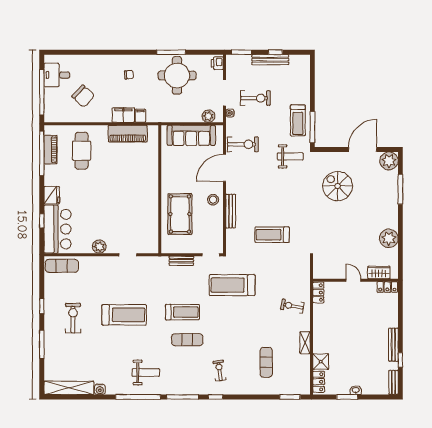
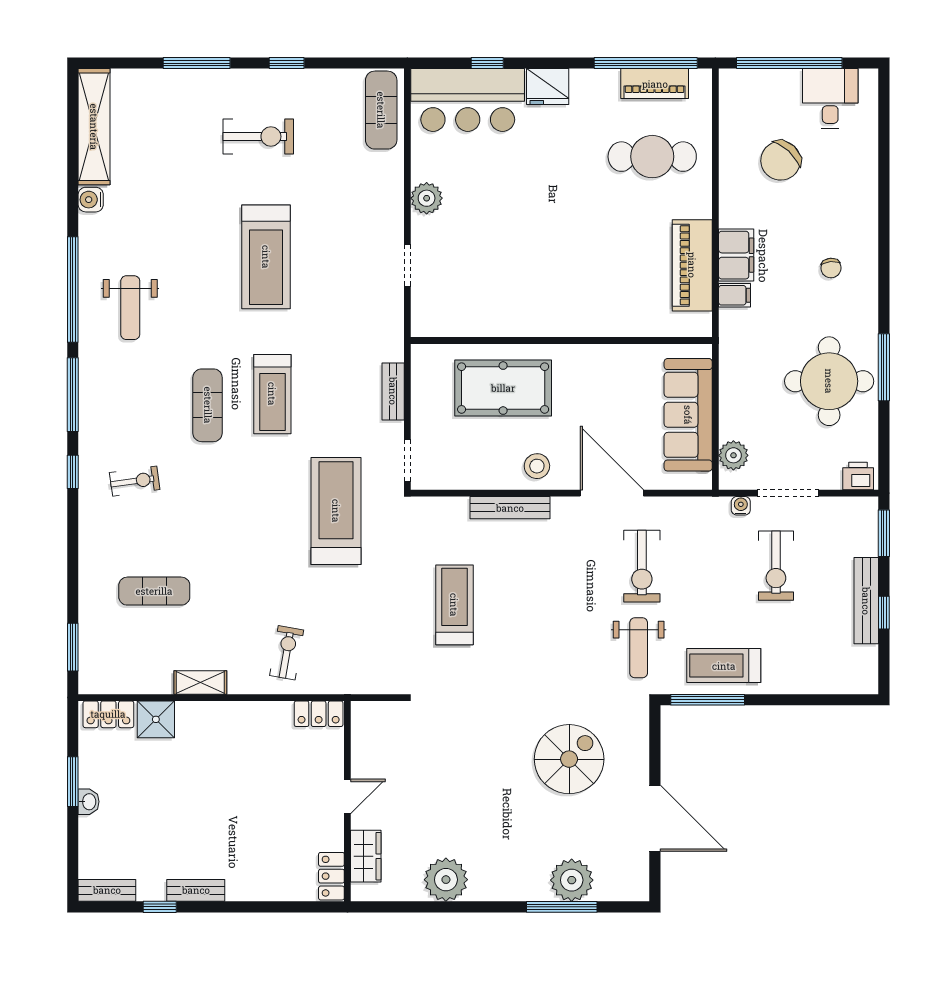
exercise bike: (243, 144) -> (642, 566), moved
plant: (389, 161) -> (572, 880), moved
bench: (393, 345) -> (196, 890), width x0.73

